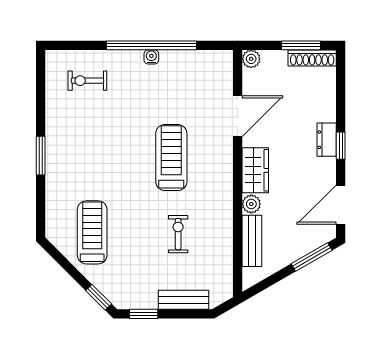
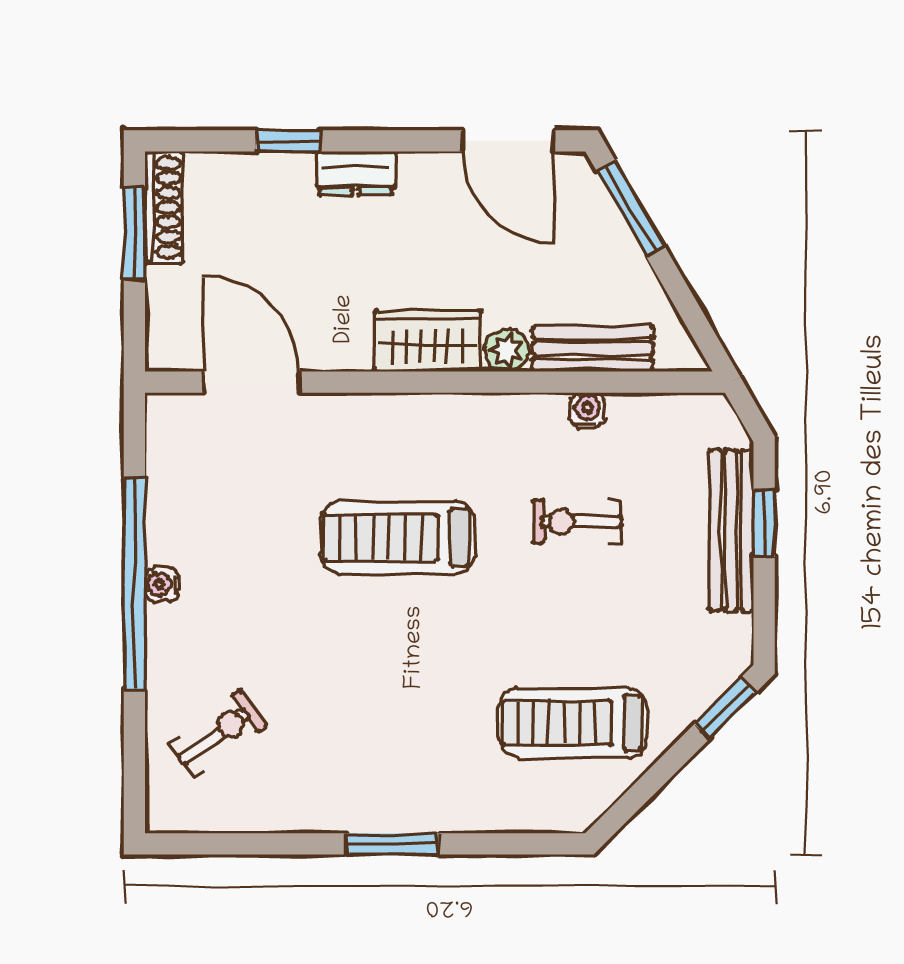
plant: (251, 59) -> (166, 350), removed
exercise bike: (87, 81) -> (217, 734), turned -126
door: (238, 116) -> (252, 382), moved
window: (341, 146) -> (288, 141), moved
water cooler: (226, 238) -> (587, 410), added
bench: (183, 300) -> (731, 531), width x1.36
window: (144, 314) -> (764, 523), moved

